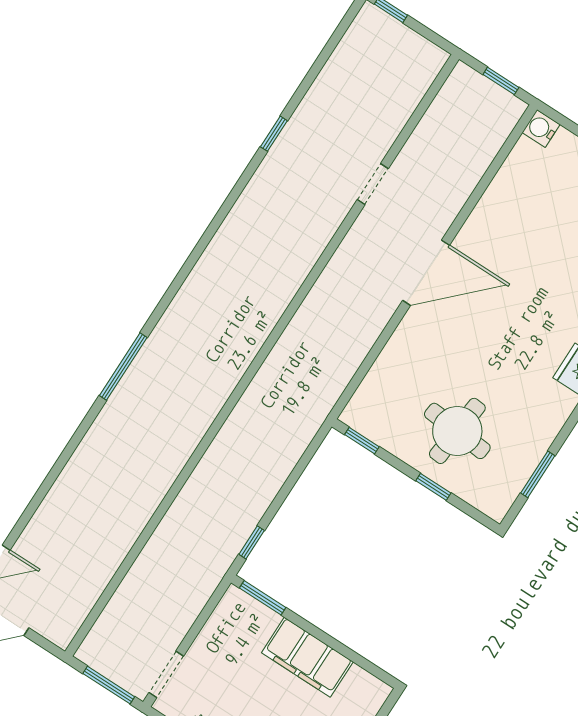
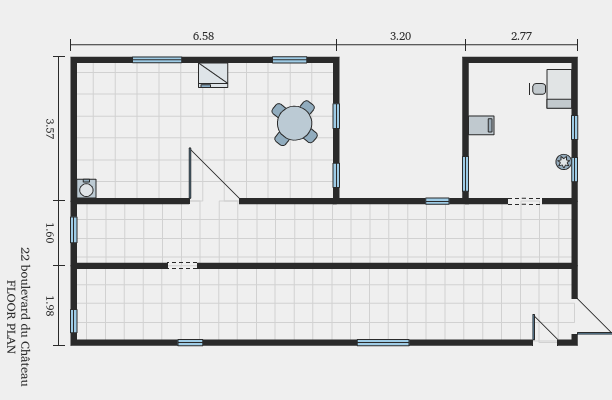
round table: (457, 431) -> (295, 123), turned 34
filing cabinet: (307, 657) -> (481, 125), width x0.33, depth x0.86
doorway: (166, 674) -> (525, 201), moved
window: (109, 685) -> (575, 231), removed

